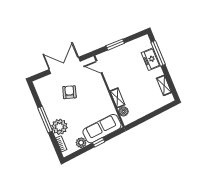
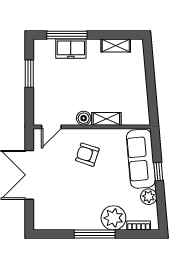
window: (115, 45) -> (29, 74), moved
armchair: (69, 92) -> (87, 155), moved
boiler: (123, 111) -> (84, 118), moved

